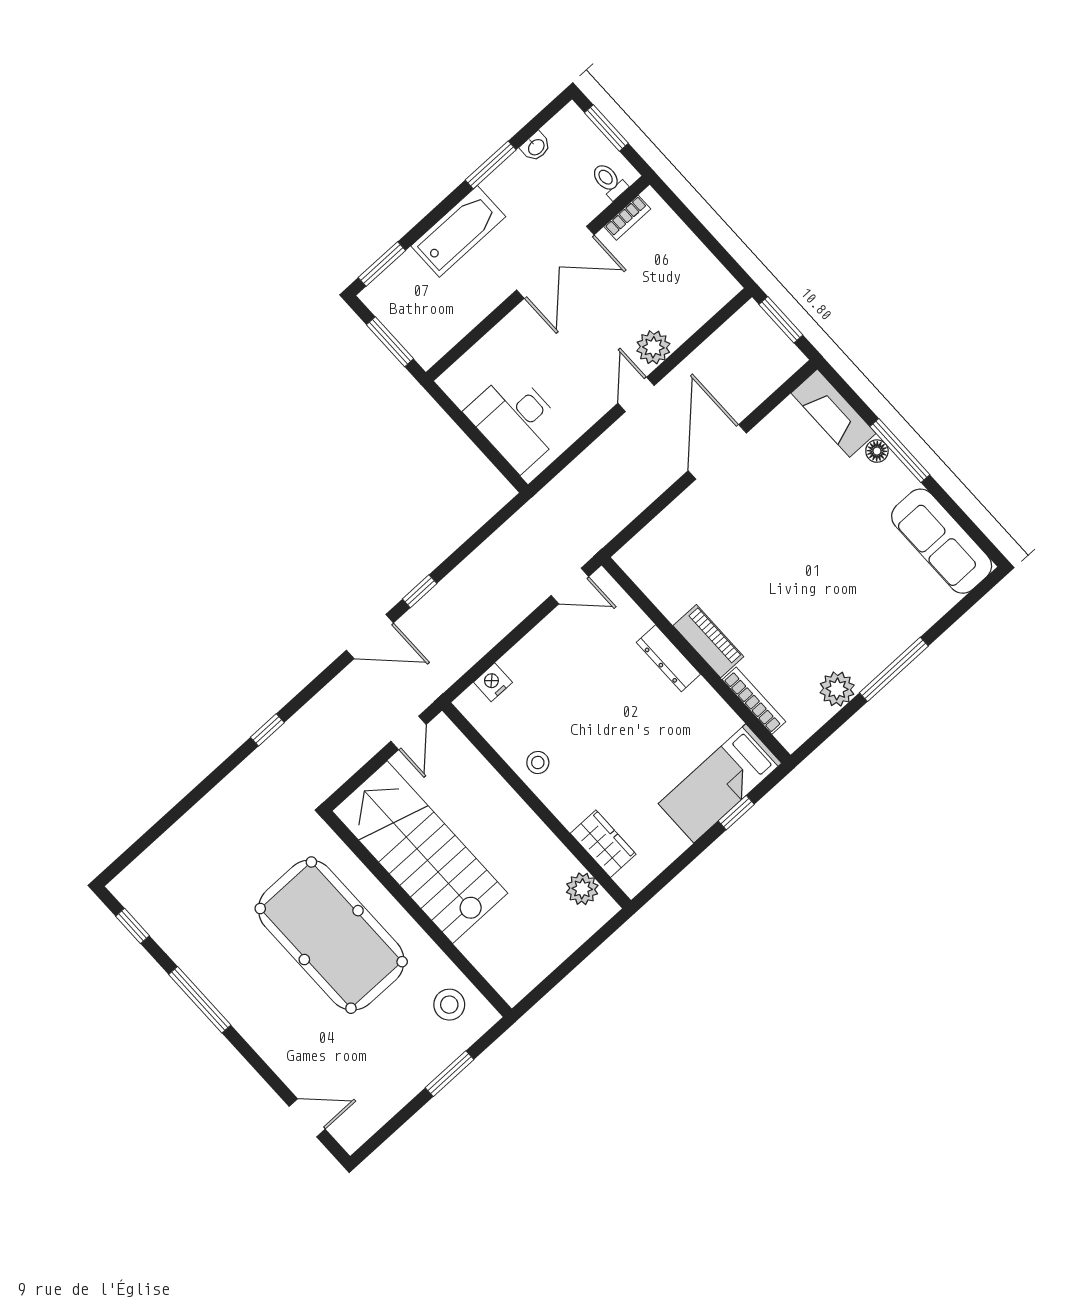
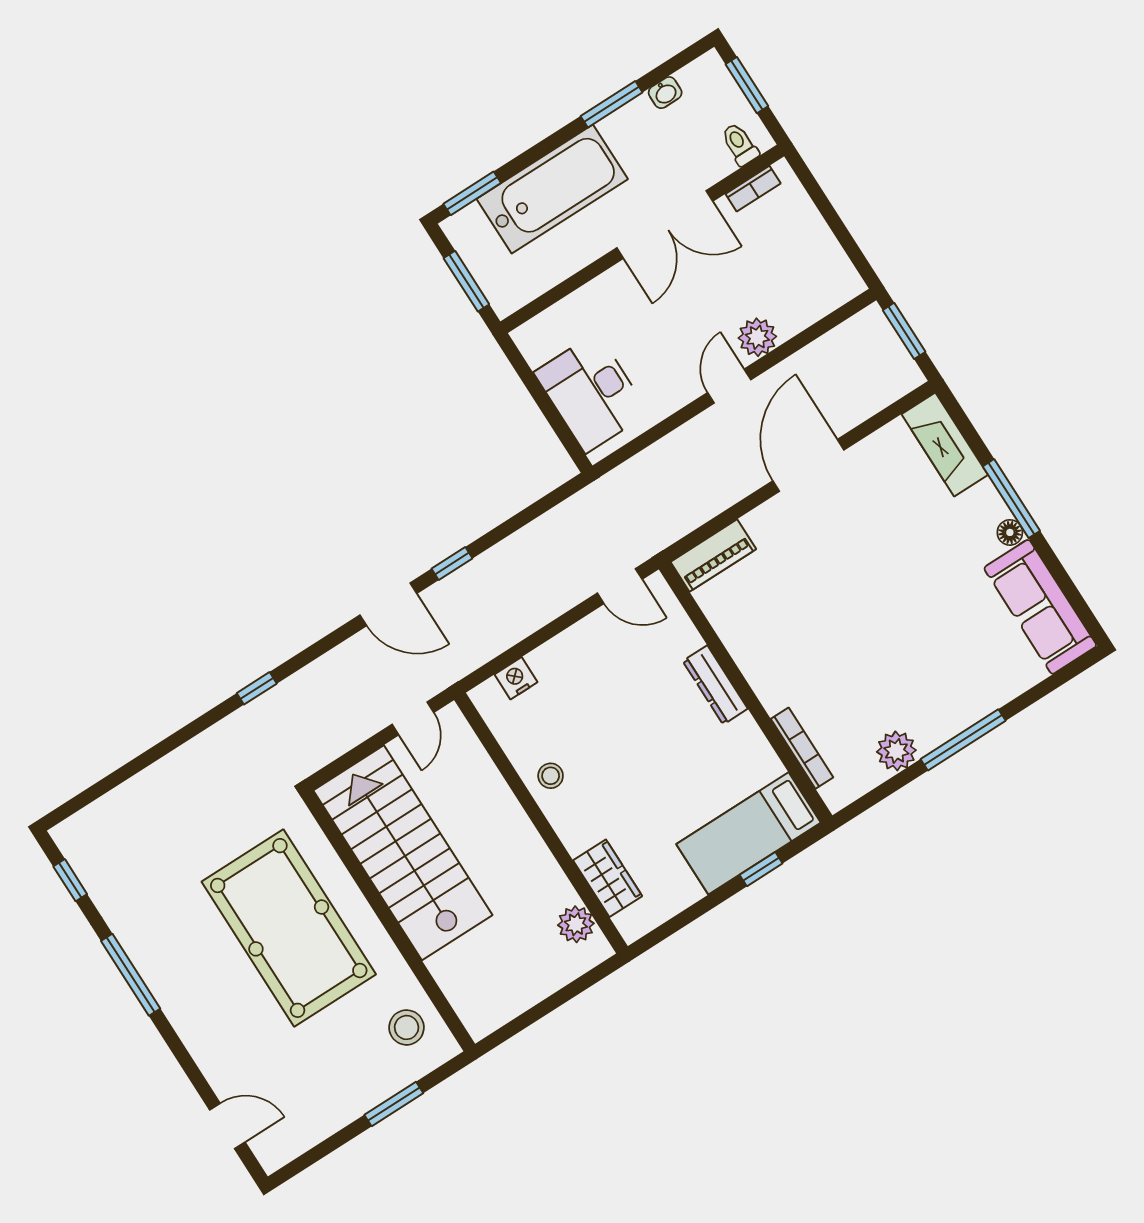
bathtub: (458, 231) -> (552, 189), width x1.36, depth x1.36
floor lamp: (877, 451) -> (1010, 532), moved
piano: (708, 641) -> (713, 555), moved, turned 90

